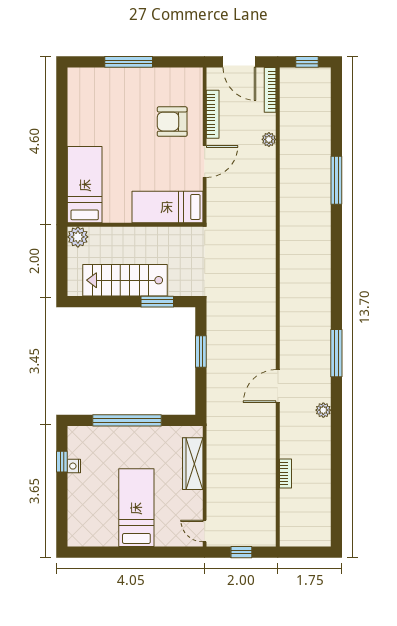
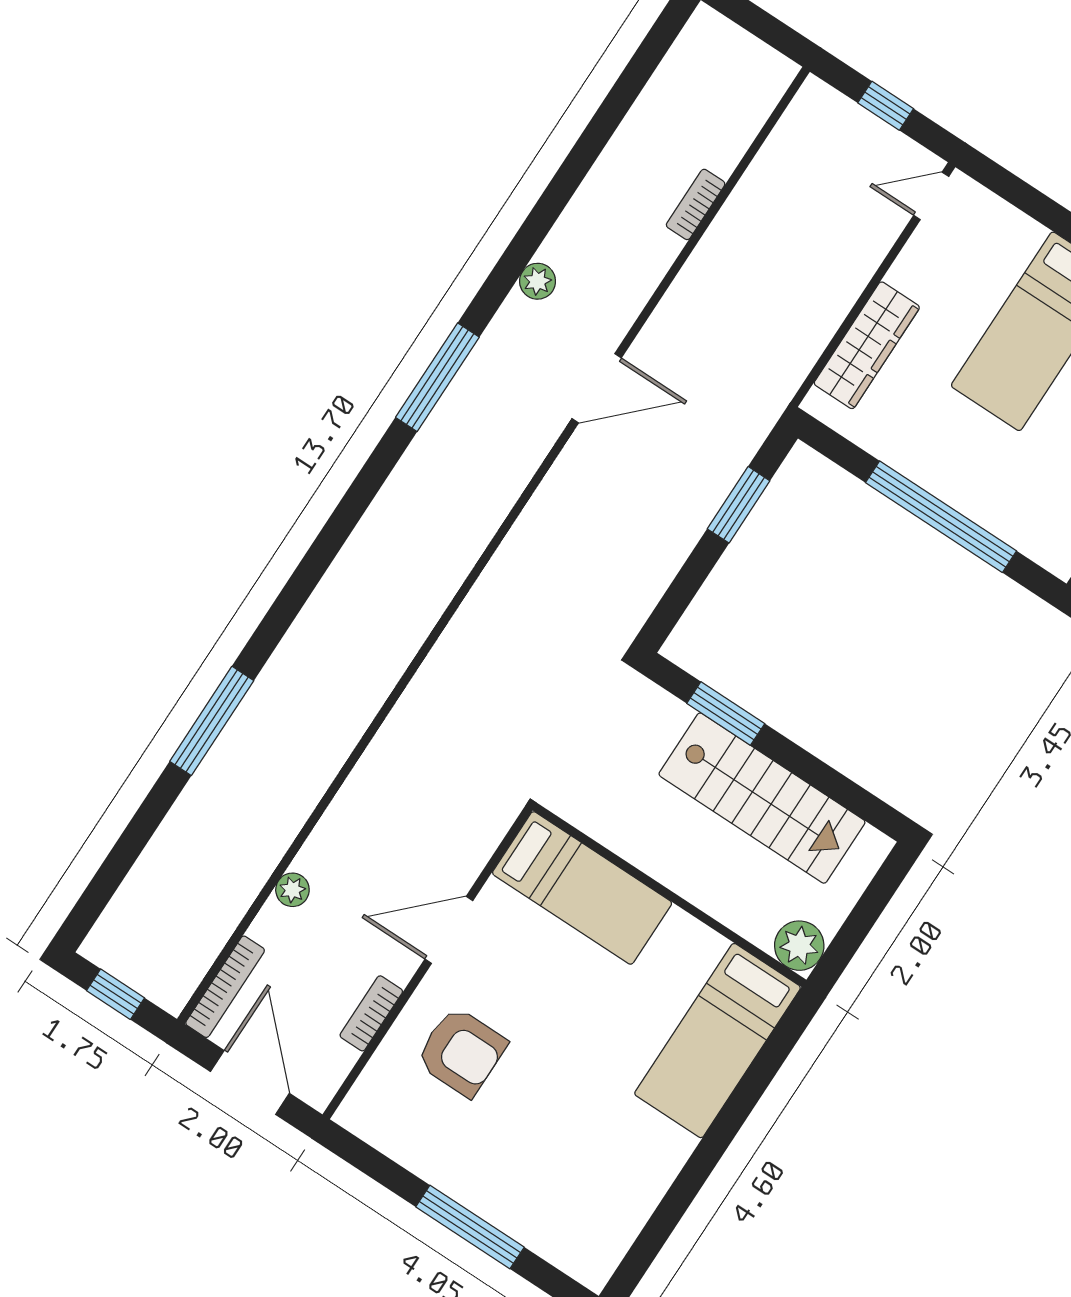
bookcase: (213, 114) -> (371, 1013), width x0.64
window: (201, 351) -> (739, 505), moved
door: (205, 531) -> (931, 196), swing flipped

